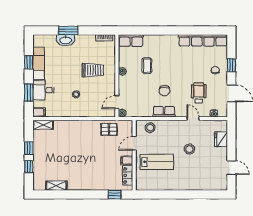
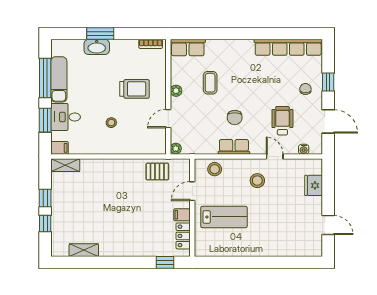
window: (29, 62) -> (45, 78), width x2.17
door: (117, 102) -> (168, 119), moved
stool: (189, 149) -> (257, 181), moved

